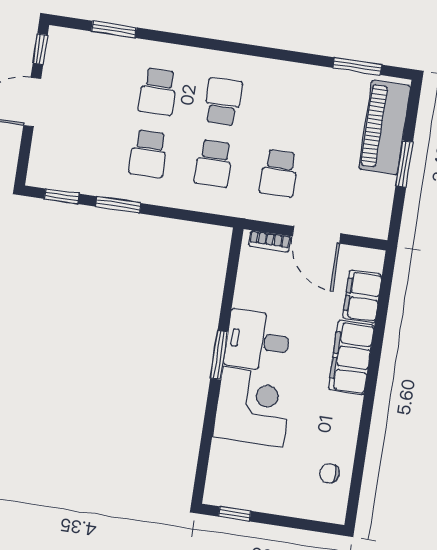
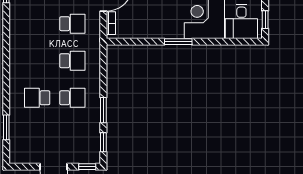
window: (40, 49) -> (87, 167), moved
school desk: (158, 92) -> (37, 98), turned 180
school desk: (223, 102) -> (37, 61), removed
desk: (258, 341) -> (241, 21), moved

